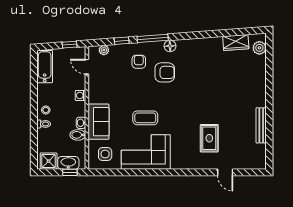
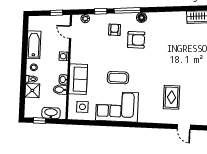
bathtub: (45, 67) -> (34, 45), moved
shower: (49, 161) -> (32, 90), moved
window: (70, 172) -> (39, 121), moved

